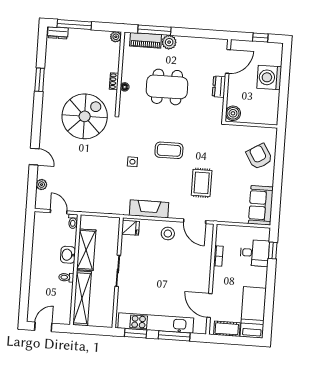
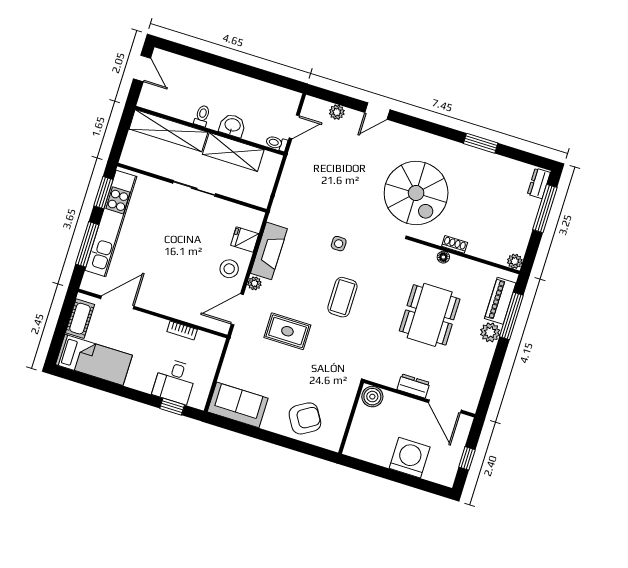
plant: (174, 214) -> (254, 283), added
fridge: (130, 228) -> (245, 239), moved, turned 90

